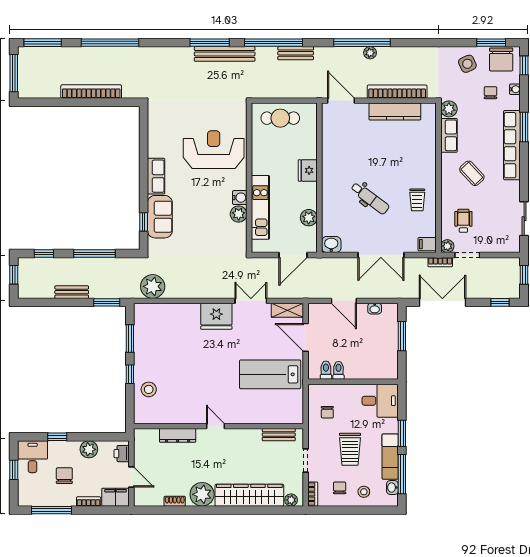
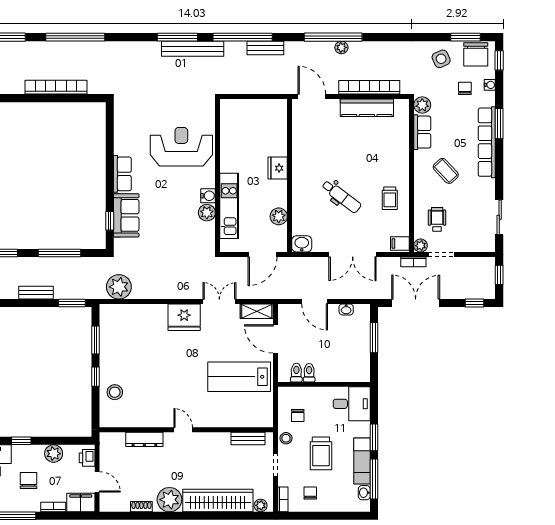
cafe table: (280, 118) -> (250, 114), removed
stool: (364, 492) -> (286, 438), moved

